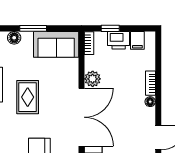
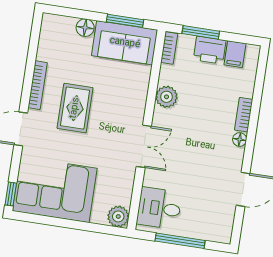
window: (33, 28) -> (125, 21), moved
window: (110, 28) -> (201, 32), width x1.50
floor lamp: (14, 38) -> (85, 28), moved
double door: (82, 117) -> (144, 146), width x0.54

